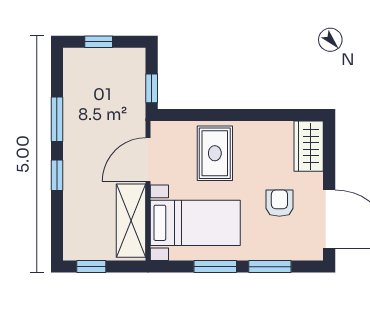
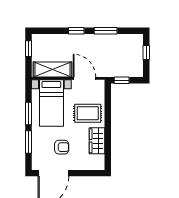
wardrobe: (309, 146) -> (97, 141), moved, turned -90

